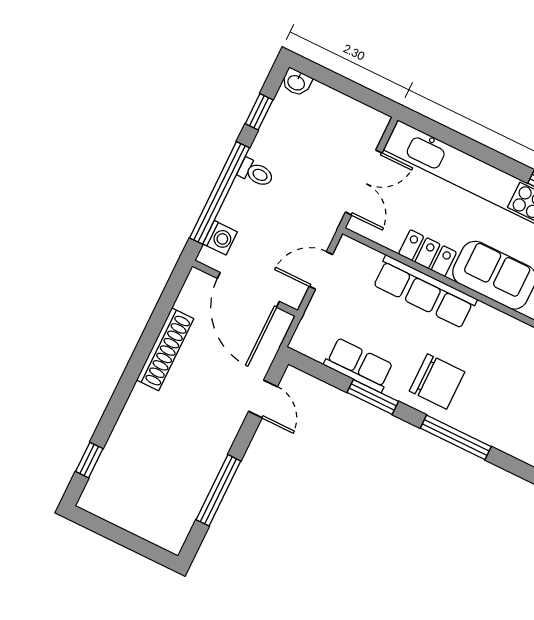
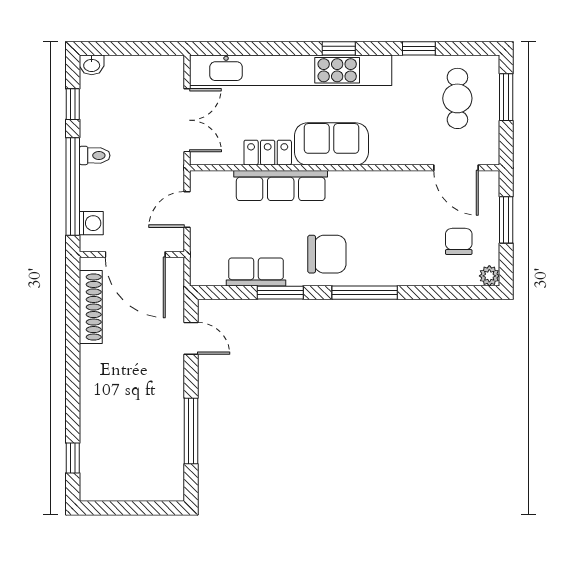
shoe rack: (165, 349) -> (91, 307), moved

